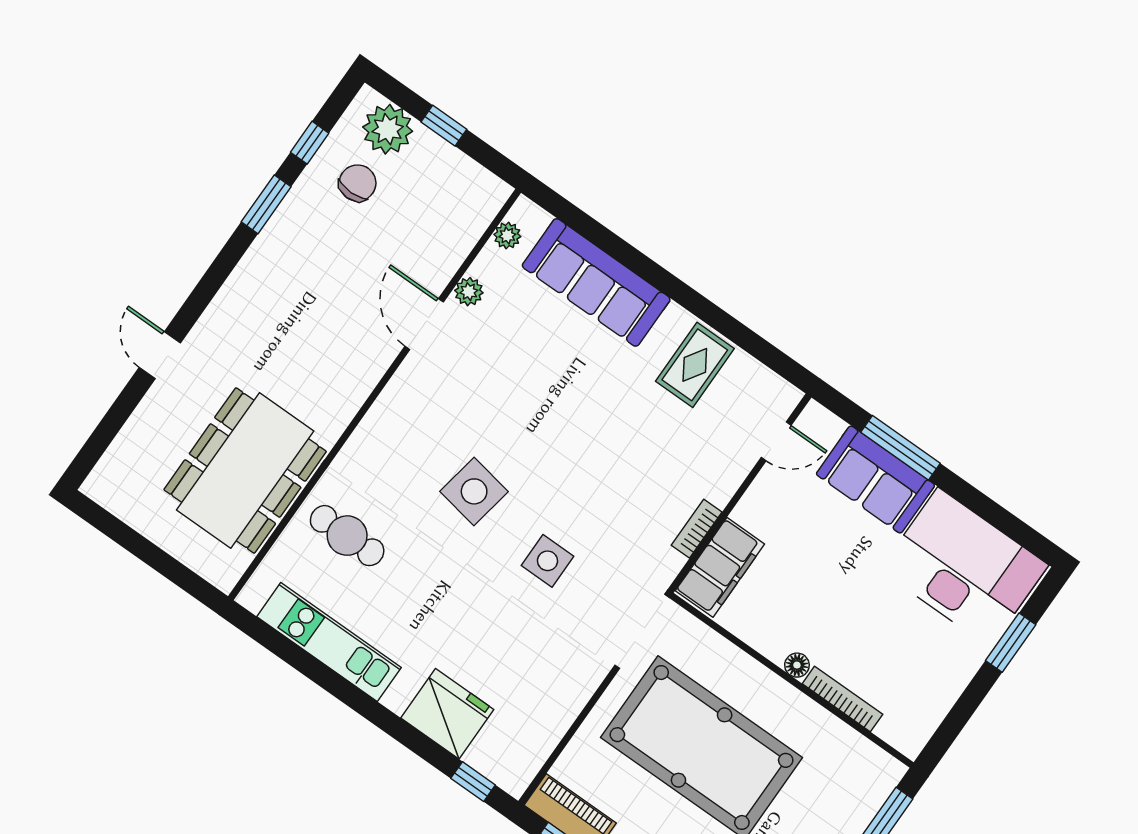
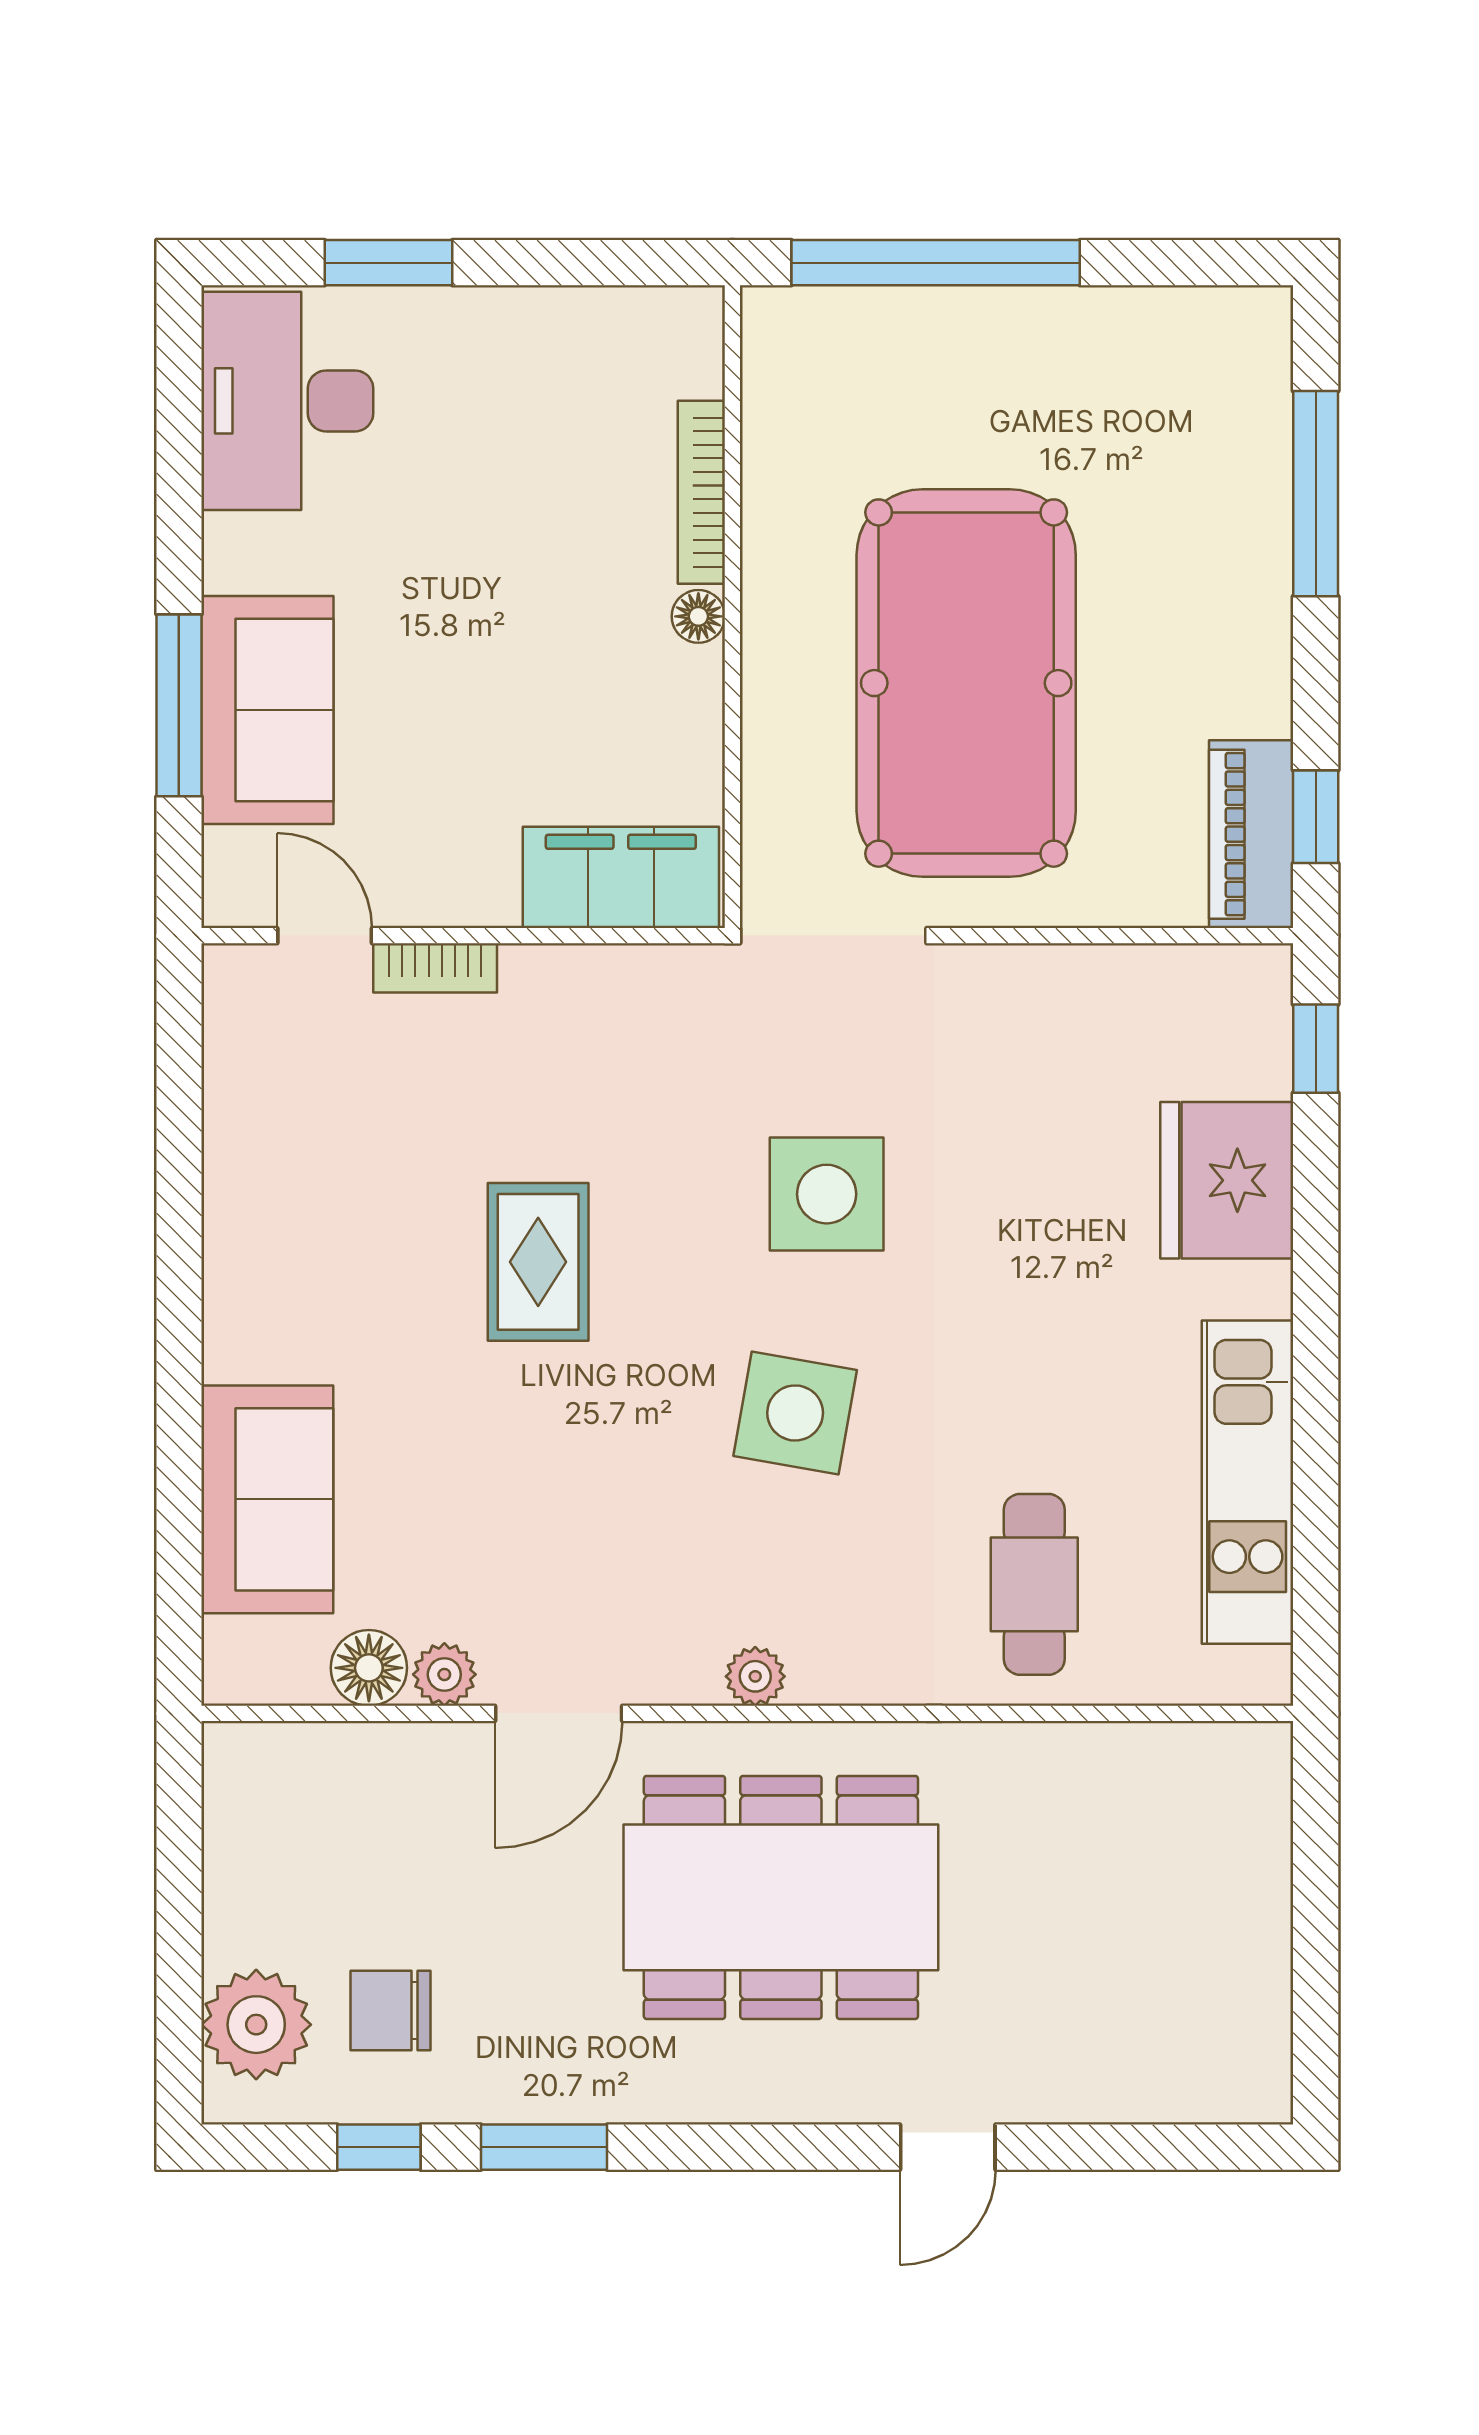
window: (444, 126) -> (179, 1928), removed
plant: (507, 235) -> (755, 1676), moved
floor lamp: (491, 265) -> (369, 1668), added
sofa: (596, 282) -> (267, 1499), width x0.73
rug: (695, 365) -> (538, 1262), moved, turned 90
dining table: (245, 470) -> (781, 1897), moved
bookcase: (697, 529) -> (435, 968), moved
side table: (547, 561) -> (827, 1194), width x1.37, depth x1.37
desk: (964, 567) -> (287, 401), width x0.73, depth x0.77

